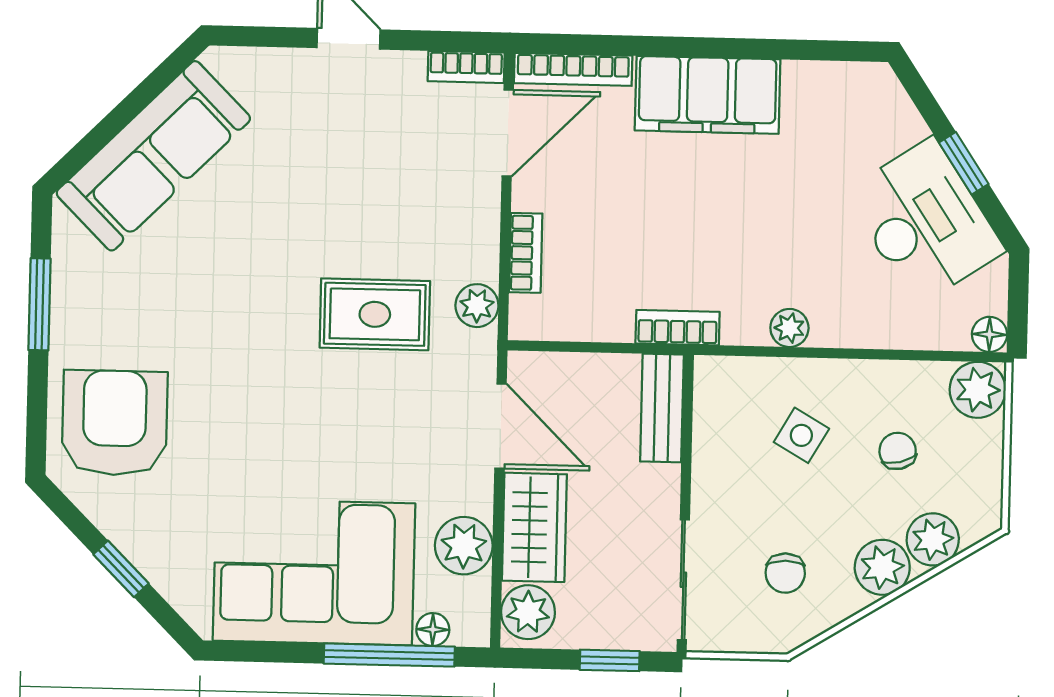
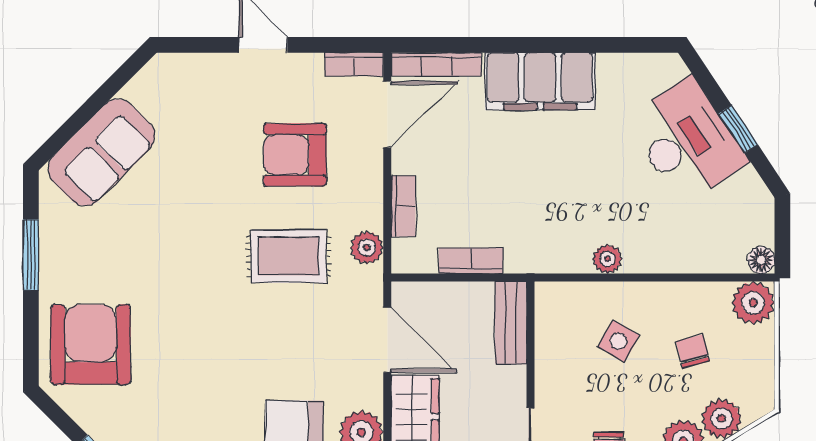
sofa: (153, 156) -> (101, 153), width x0.73
armchair: (386, 183) -> (295, 155), added
desk: (925, 222) -> (687, 141), moved
bookcase: (678, 328) -> (471, 261), moved

